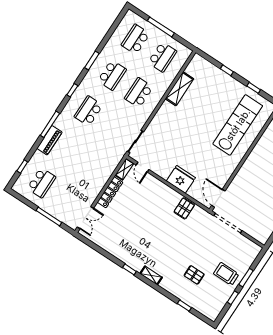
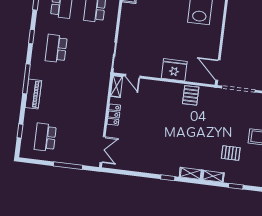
school desk: (41, 183) -> (45, 137), turned 180
locker: (110, 192) -> (114, 115), width x0.66
shelving: (169, 287) -> (213, 176), added

